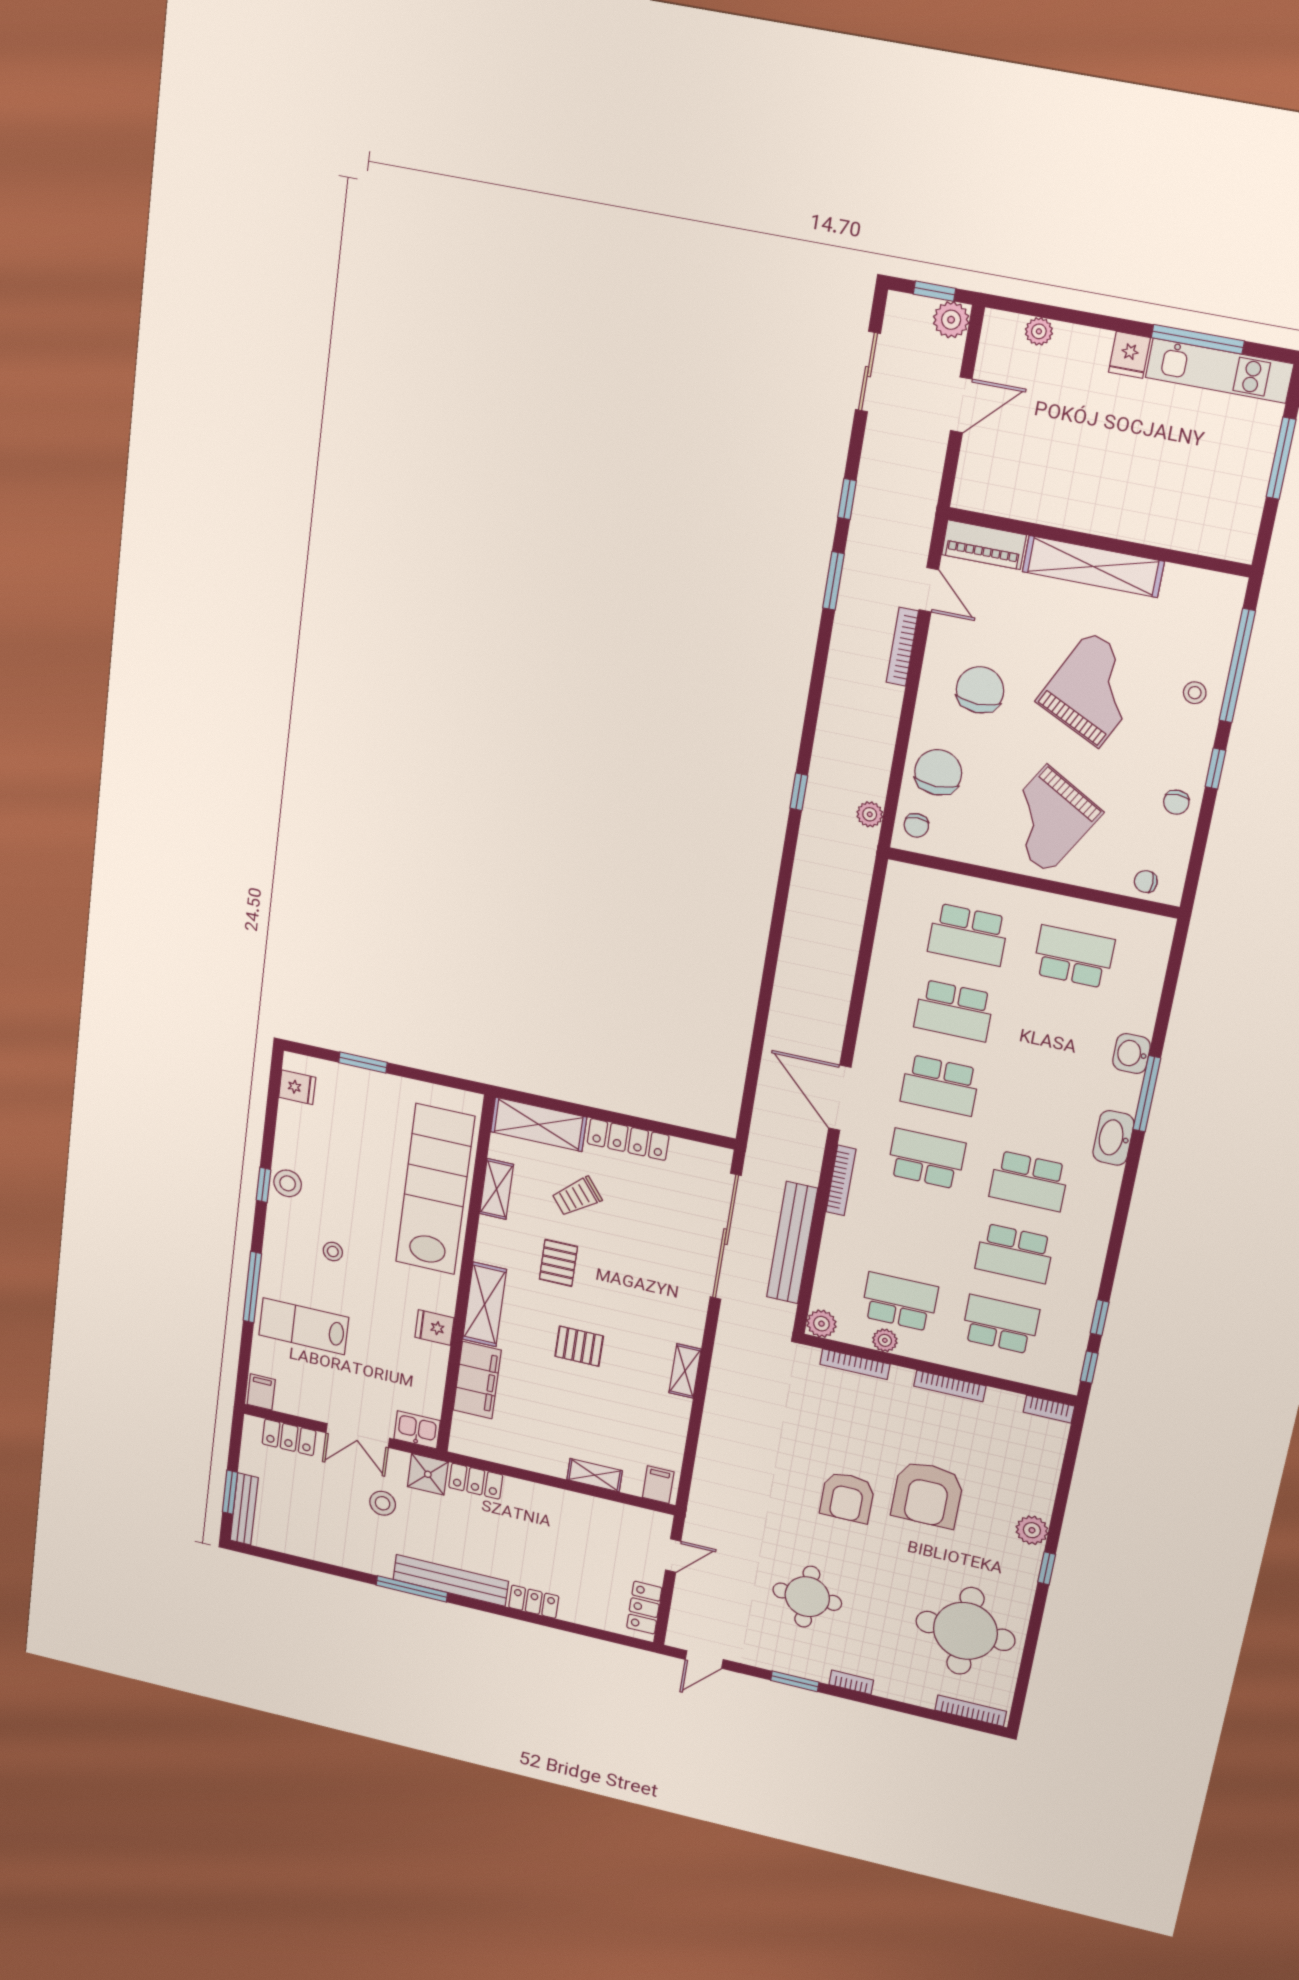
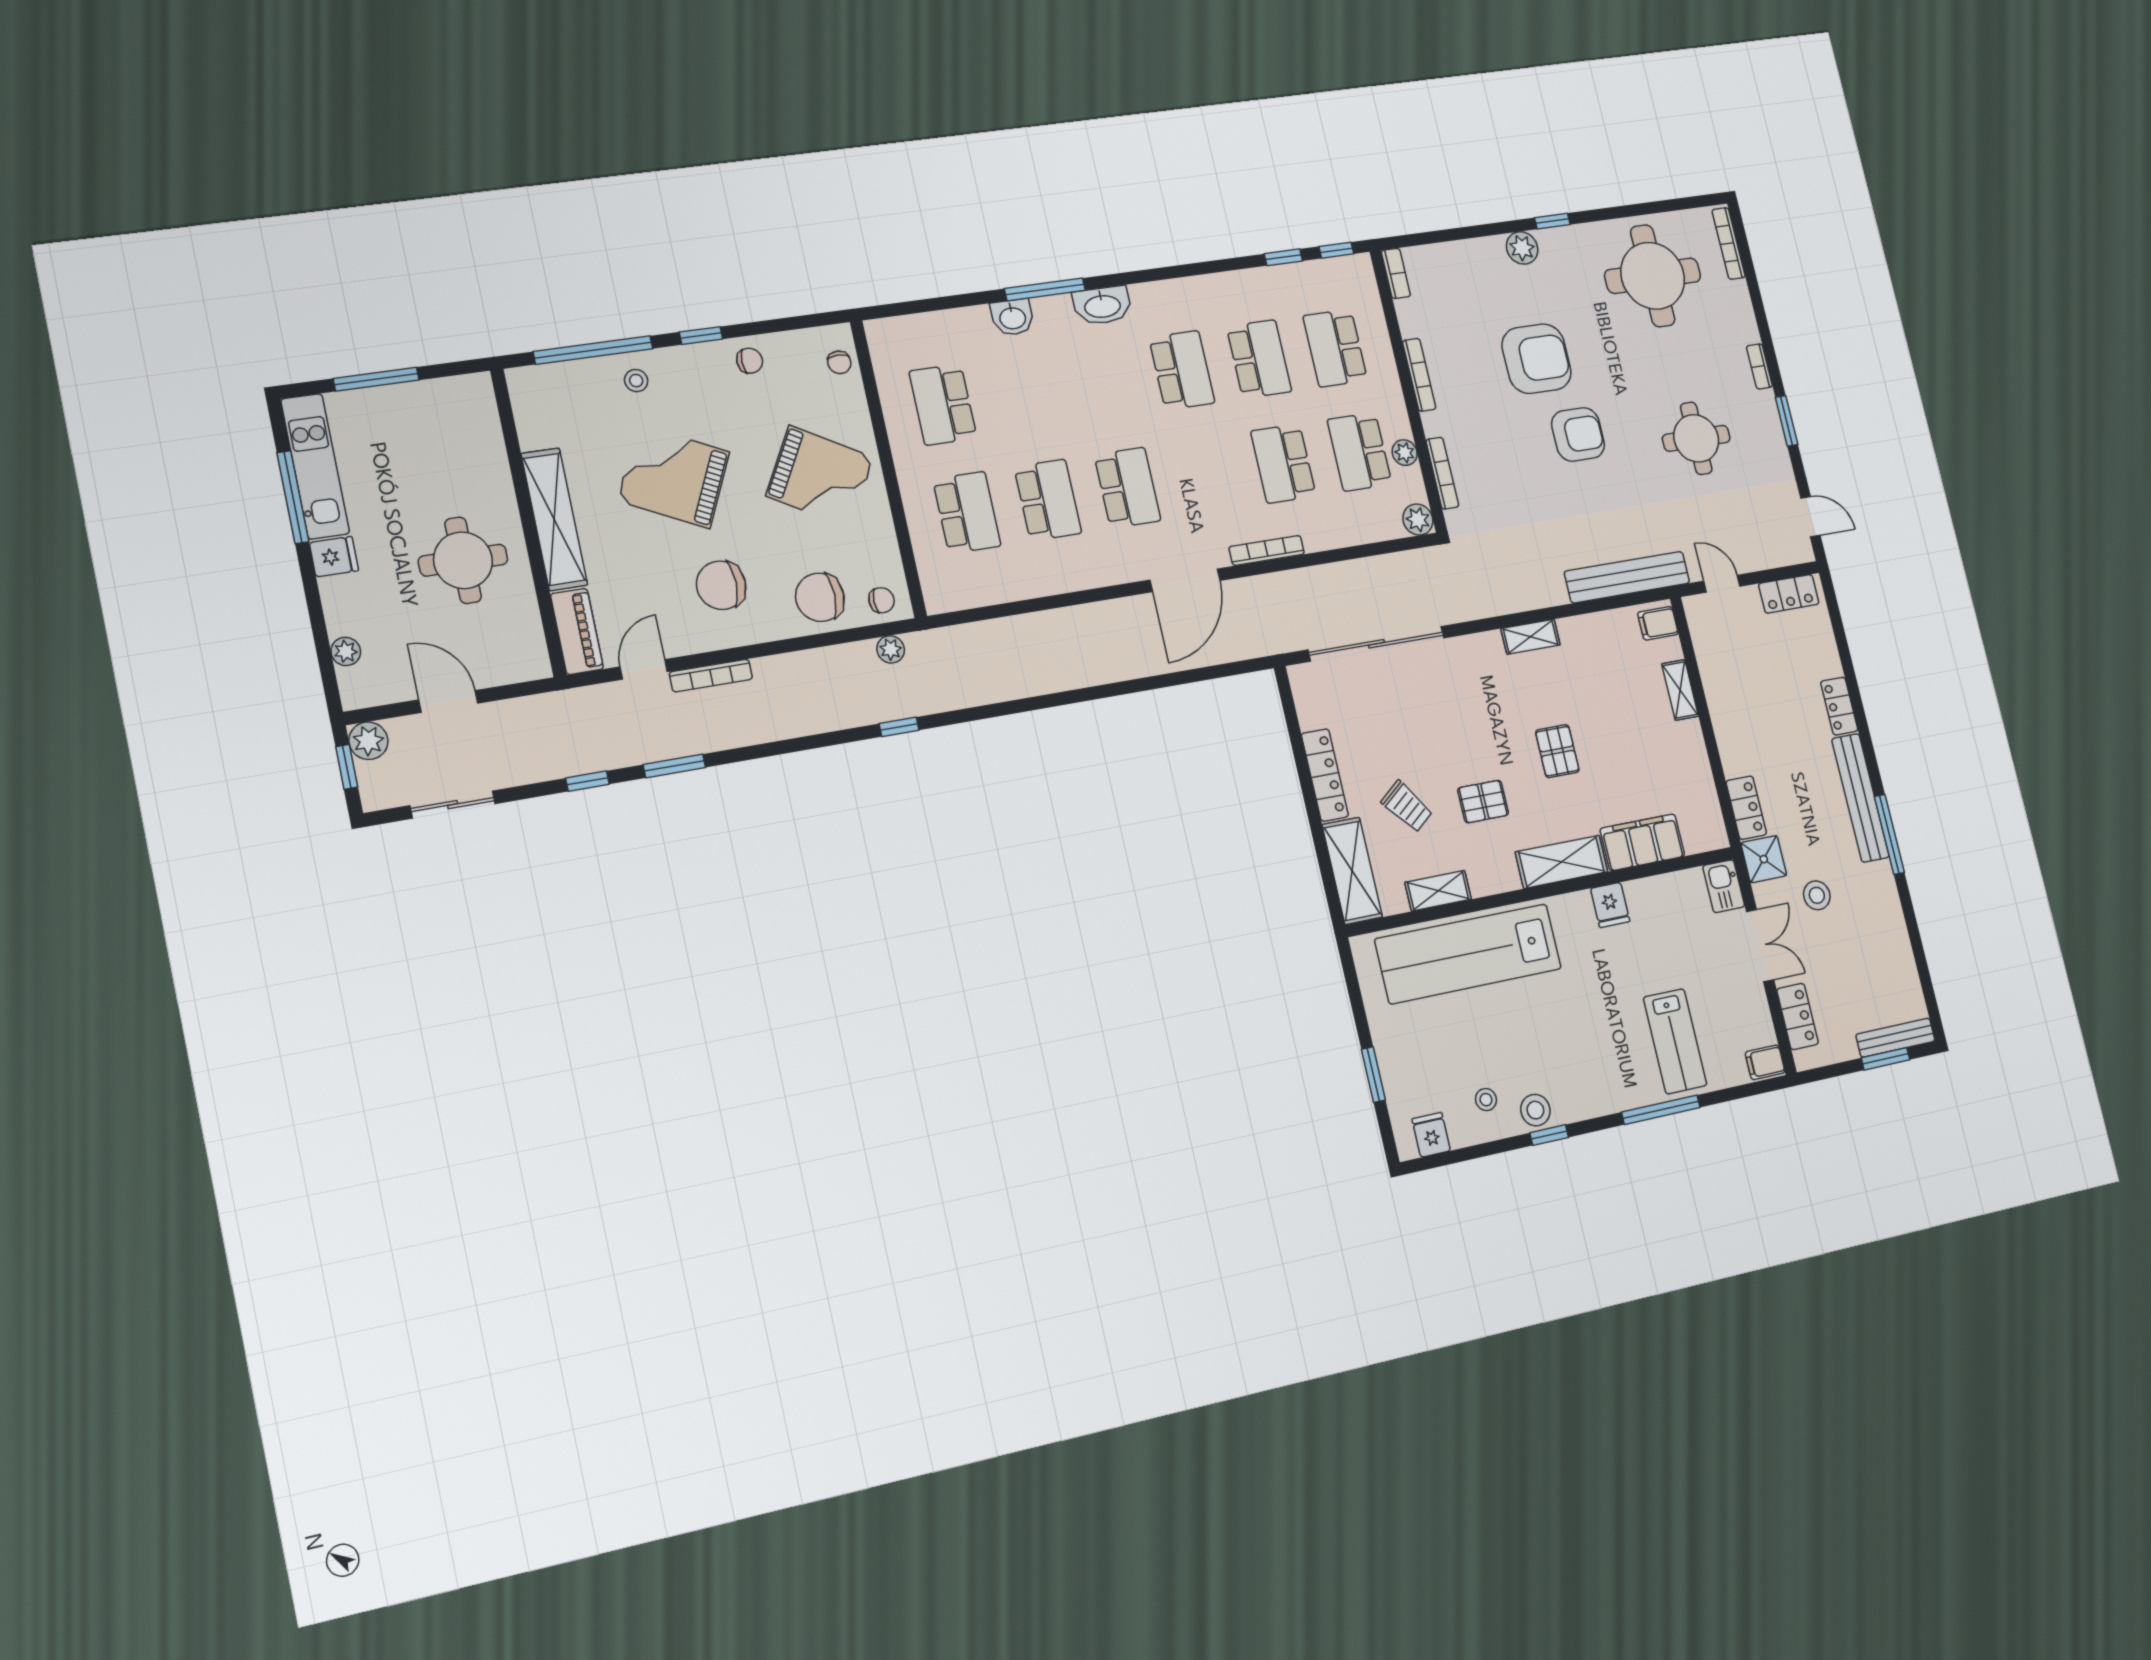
round table: (1085, 470) -> (463, 560), added
school desk: (926, 1159) -> (1283, 464), moved
bench: (792, 1243) -> (1627, 577), moved
stool: (333, 1252) -> (1486, 1100), moved

